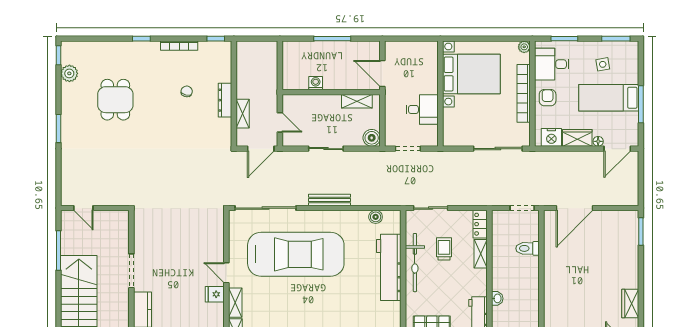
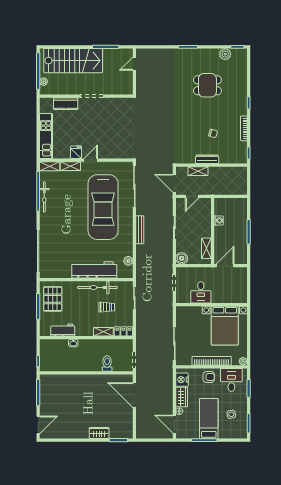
wardrobe: (630, 303) -> (99, 433), moved

